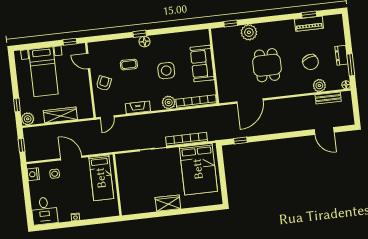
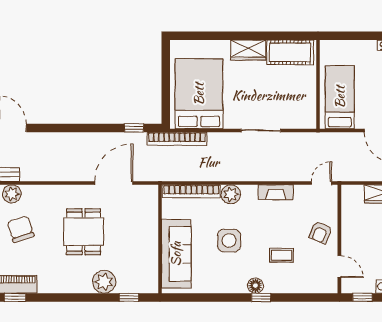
sofa: (202, 64) -> (176, 254), width x1.36
bookcase: (187, 139) -> (177, 139), moved
cot: (139, 205) -> (290, 52), added

